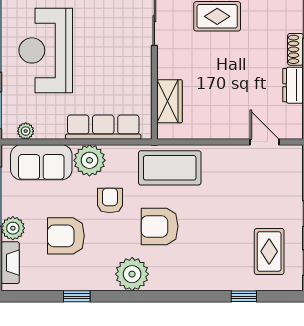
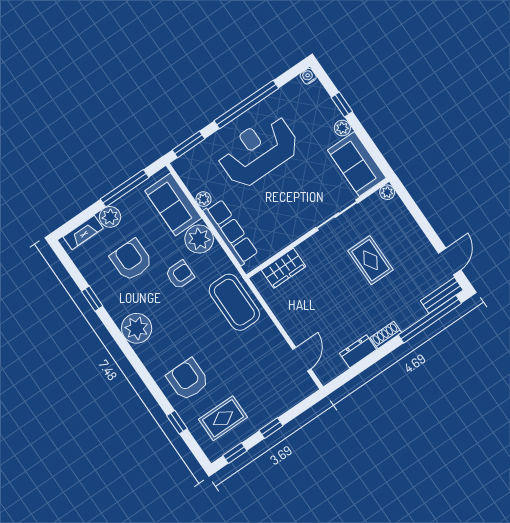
plant: (26, 131) -> (204, 199), moved
armchair: (160, 226) -> (188, 380), moved

